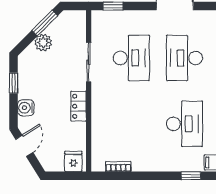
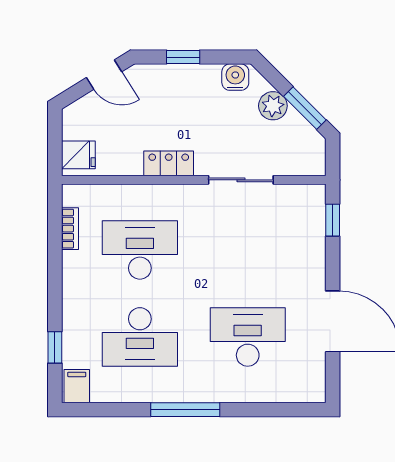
desk: (131, 58) -> (140, 250), moved, turned 180
window: (14, 83) -> (183, 57), moved
water cooler: (26, 108) -> (235, 77), moved

